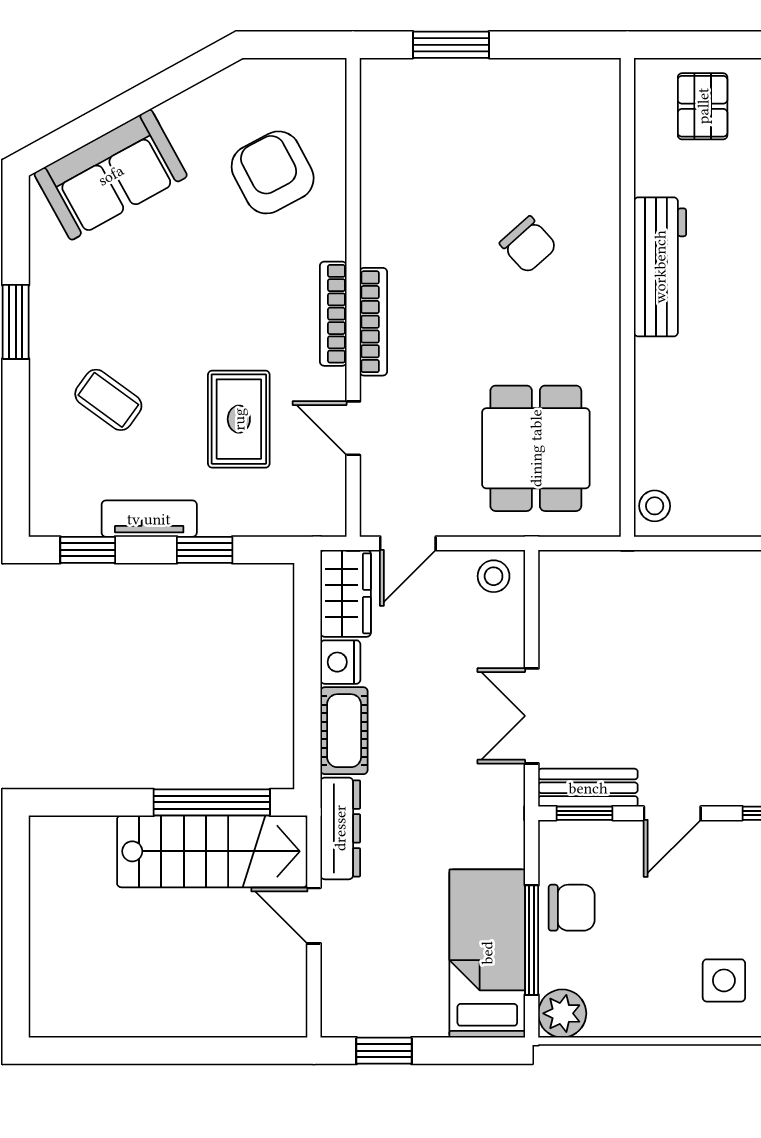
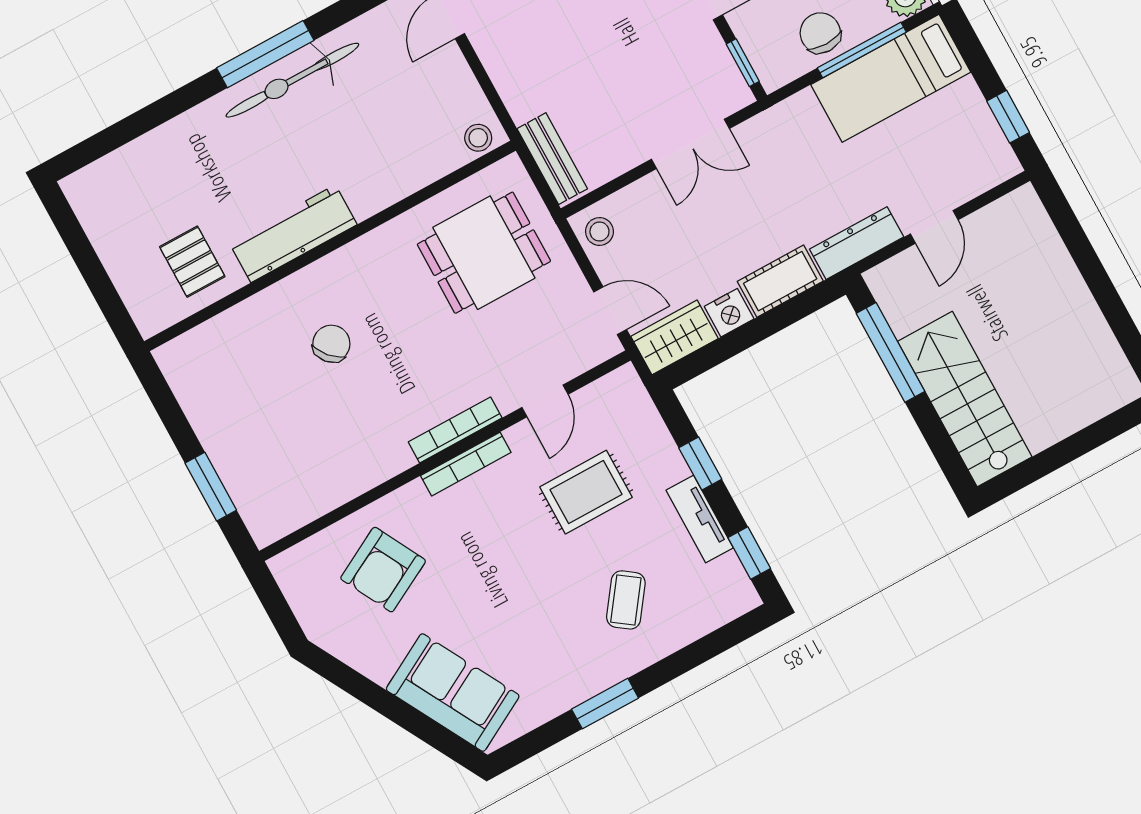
pallet: (703, 106) -> (192, 262), moved, turned 90
bench: (588, 788) -> (552, 159), moved
stairs: (212, 851) -> (965, 399), moved

